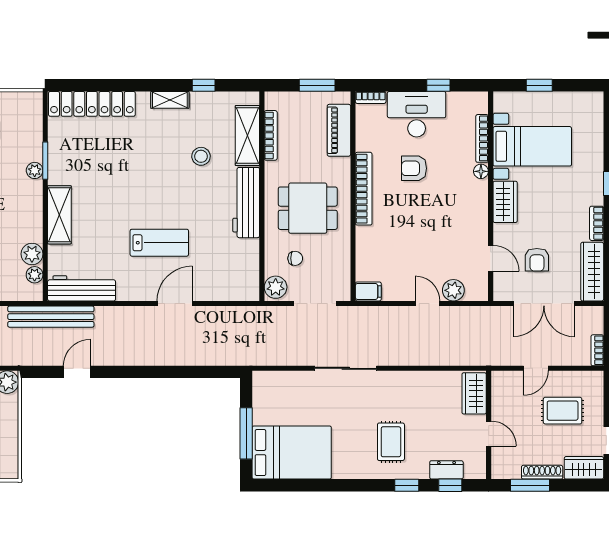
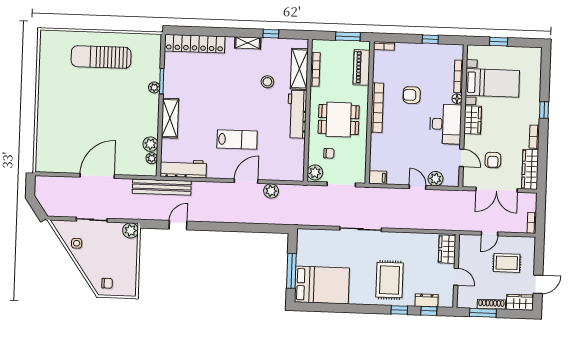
desk: (417, 114) -> (446, 124), moved, turned 90
plant: (212, 317) -> (271, 191), added
rug: (391, 442) -> (390, 280), width x1.36, depth x1.43

